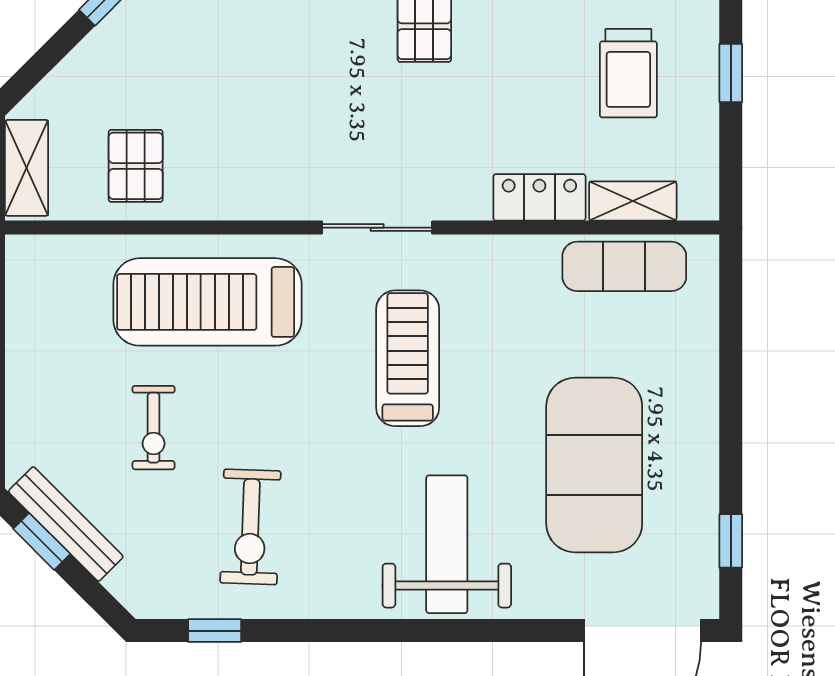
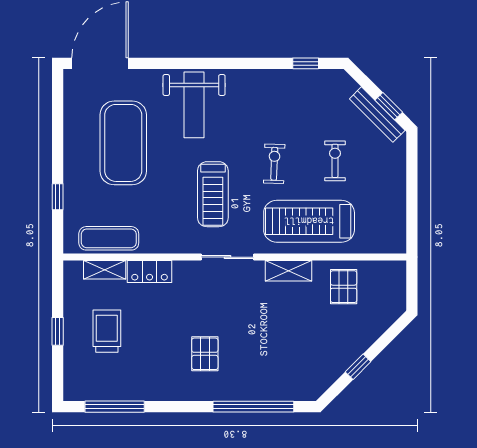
shelving: (27, 168) -> (288, 271), moved, turned 90
treadmill: (207, 302) -> (309, 221), turned 180
exercise bike: (250, 527) -> (274, 164), moved, width x0.73, depth x0.72
window: (731, 541) -> (58, 197), moved

